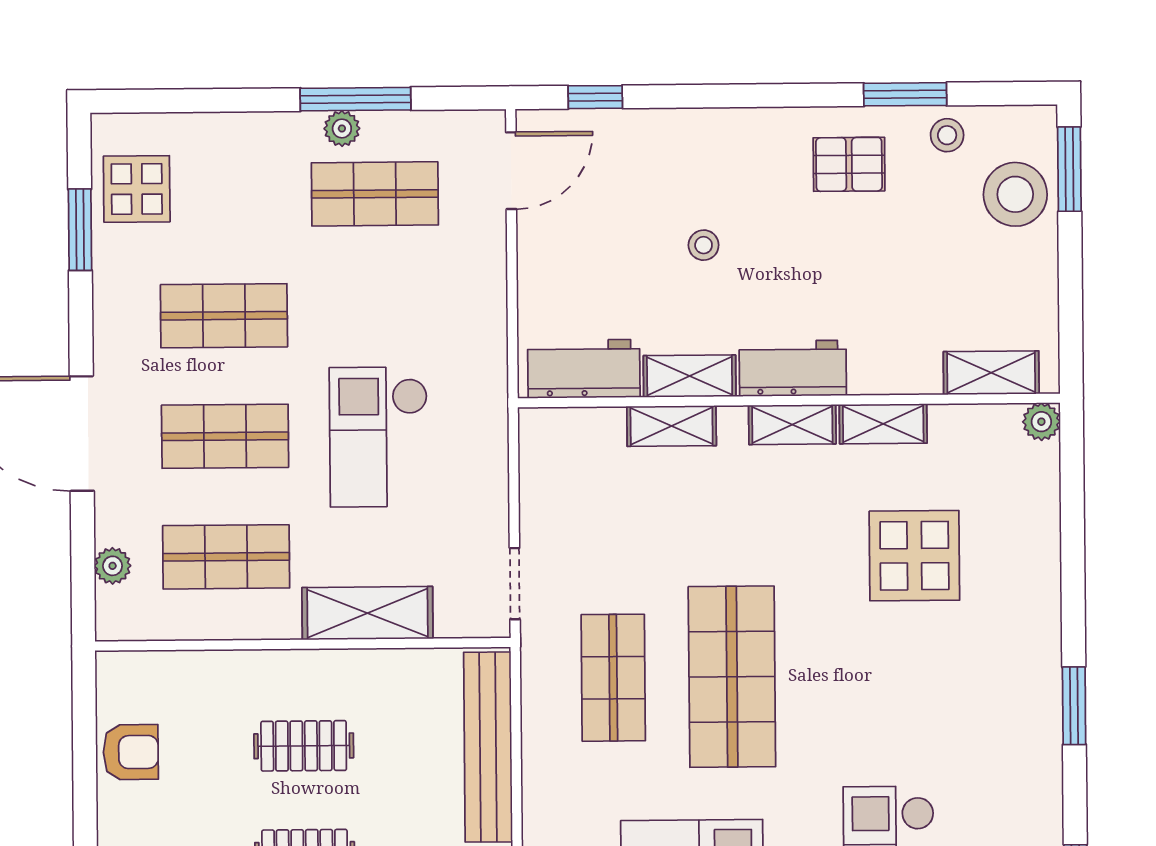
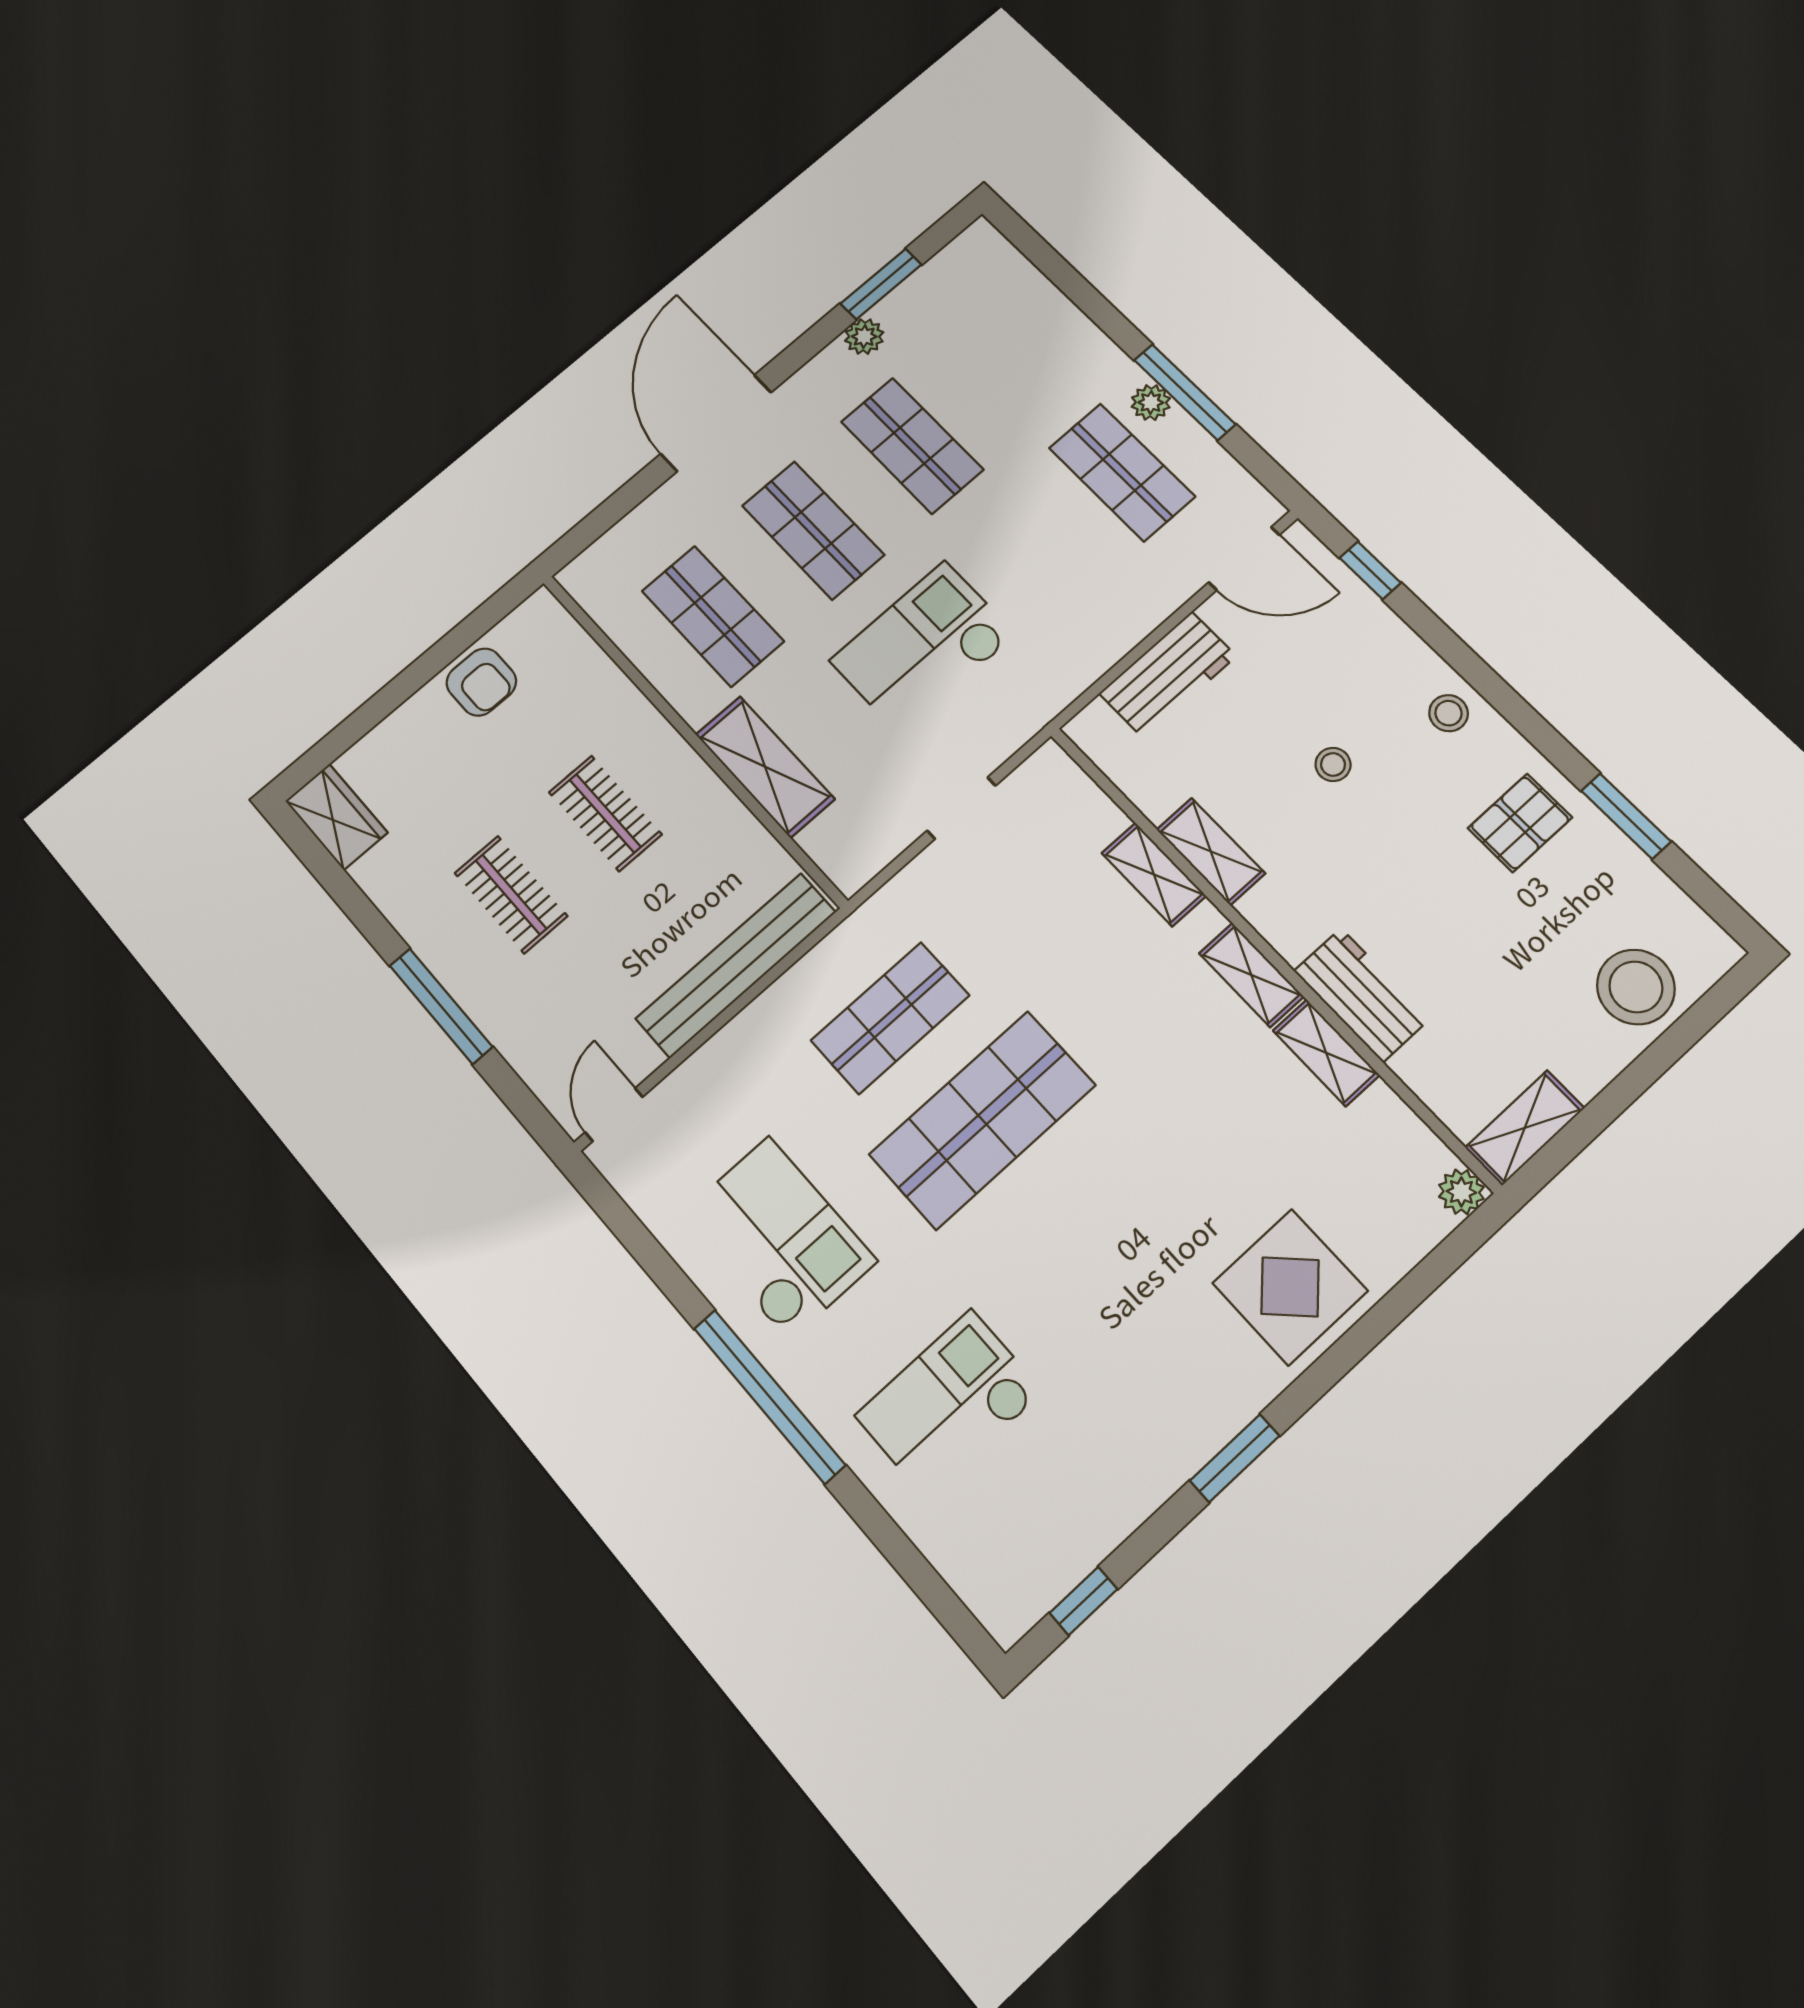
stool: (947, 135) -> (1449, 713), moved
pallet: (849, 164) -> (1520, 823), turned 90
window: (1069, 169) -> (1705, 1014), removed
display table: (137, 189) -> (954, 297), removed
workbench: (793, 368) -> (1362, 995), moved
workbench: (584, 369) -> (1168, 675), moved, turned 90
shelving: (991, 373) -> (1525, 1128), moved, turned 90
display table: (914, 556) -> (1290, 1287), moved
plant: (113, 566) -> (864, 337), moved
doorway: (515, 584) -> (961, 808), moved

